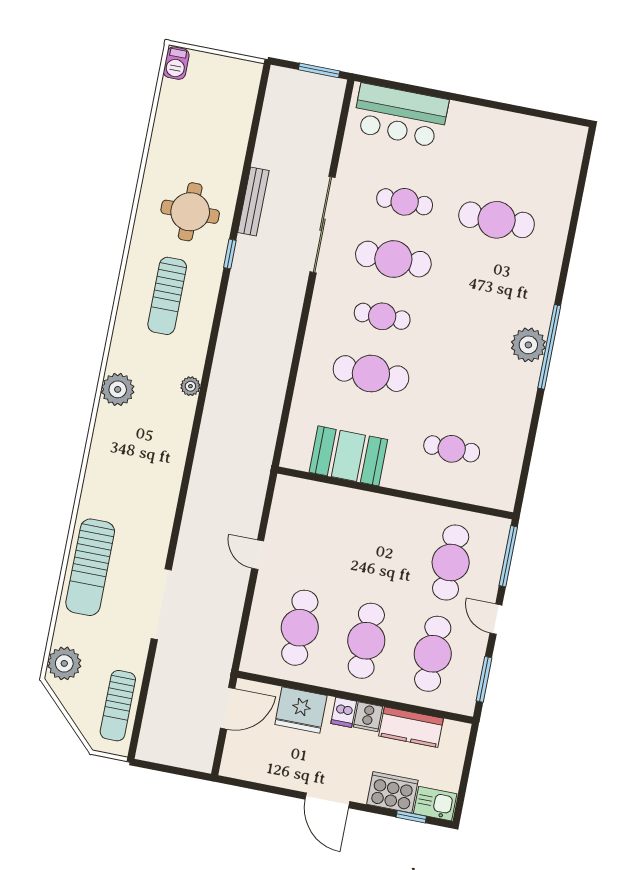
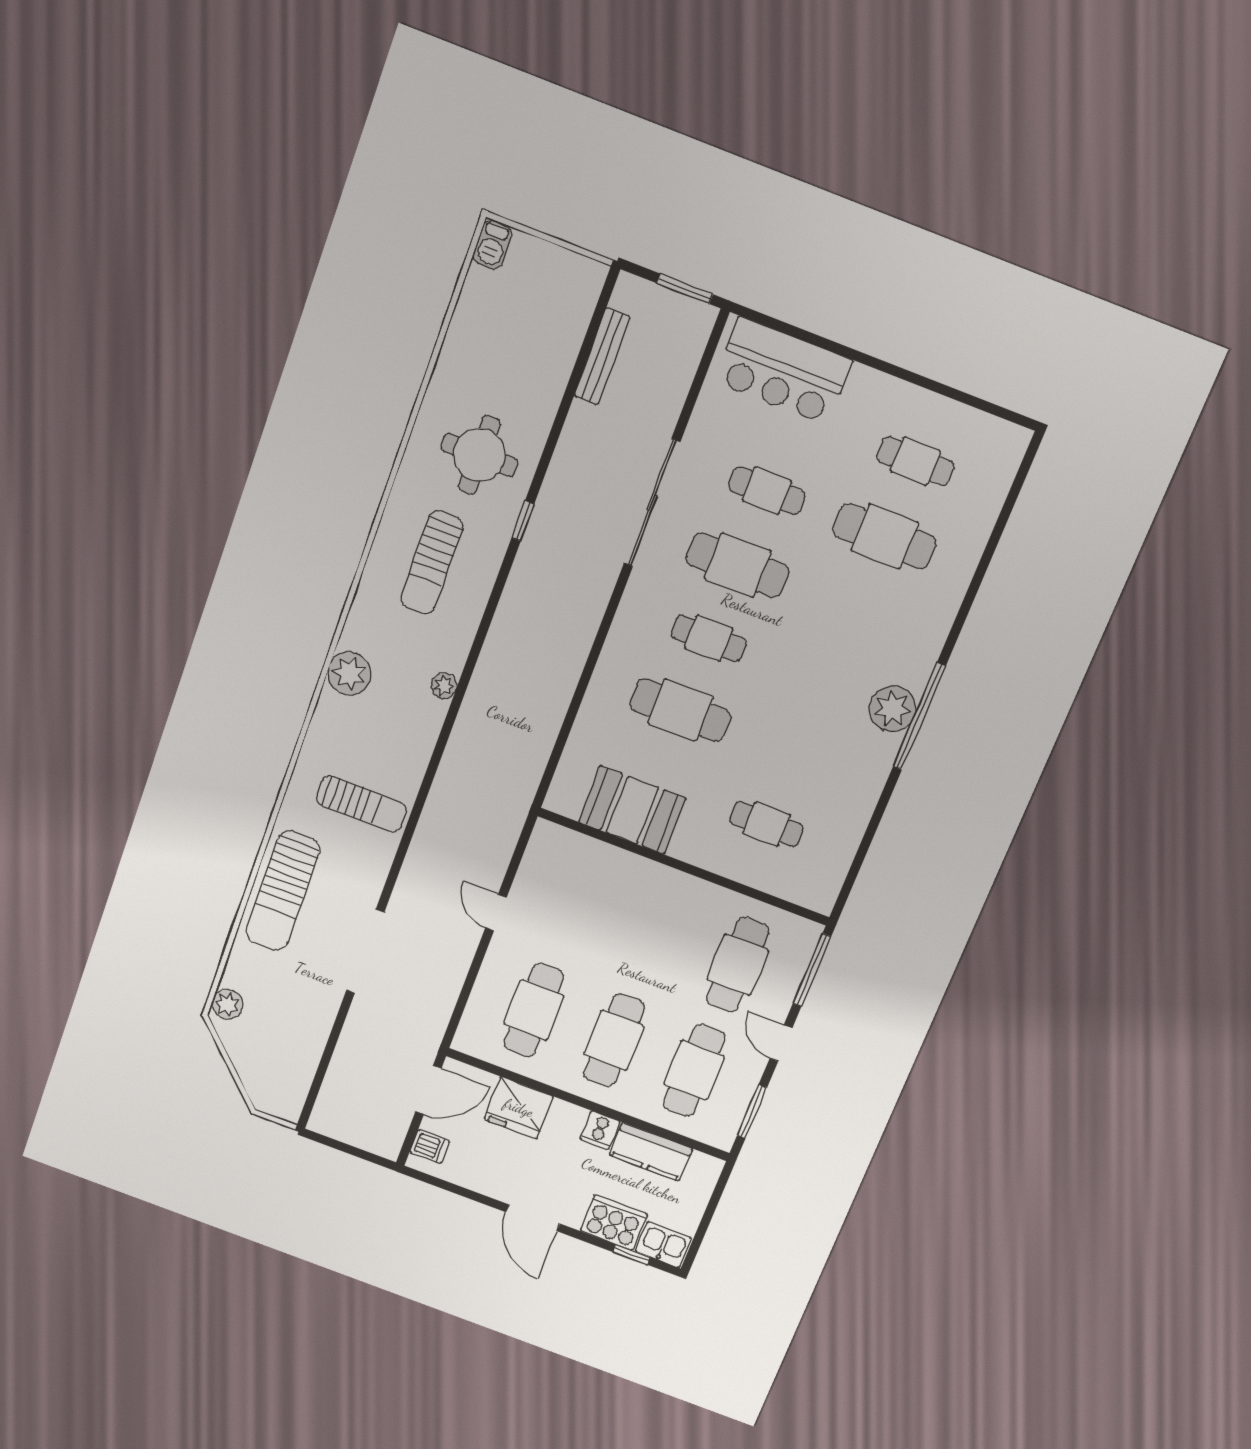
cafe table: (508, 163) -> (915, 461), added
bench: (253, 202) -> (602, 356), moved
plant: (64, 663) -> (227, 1004), width x0.73, depth x0.73
sun lounger: (118, 706) -> (361, 804), moved, turned -90
dishwasher: (344, 712) -> (430, 1146), moved, turned -90

